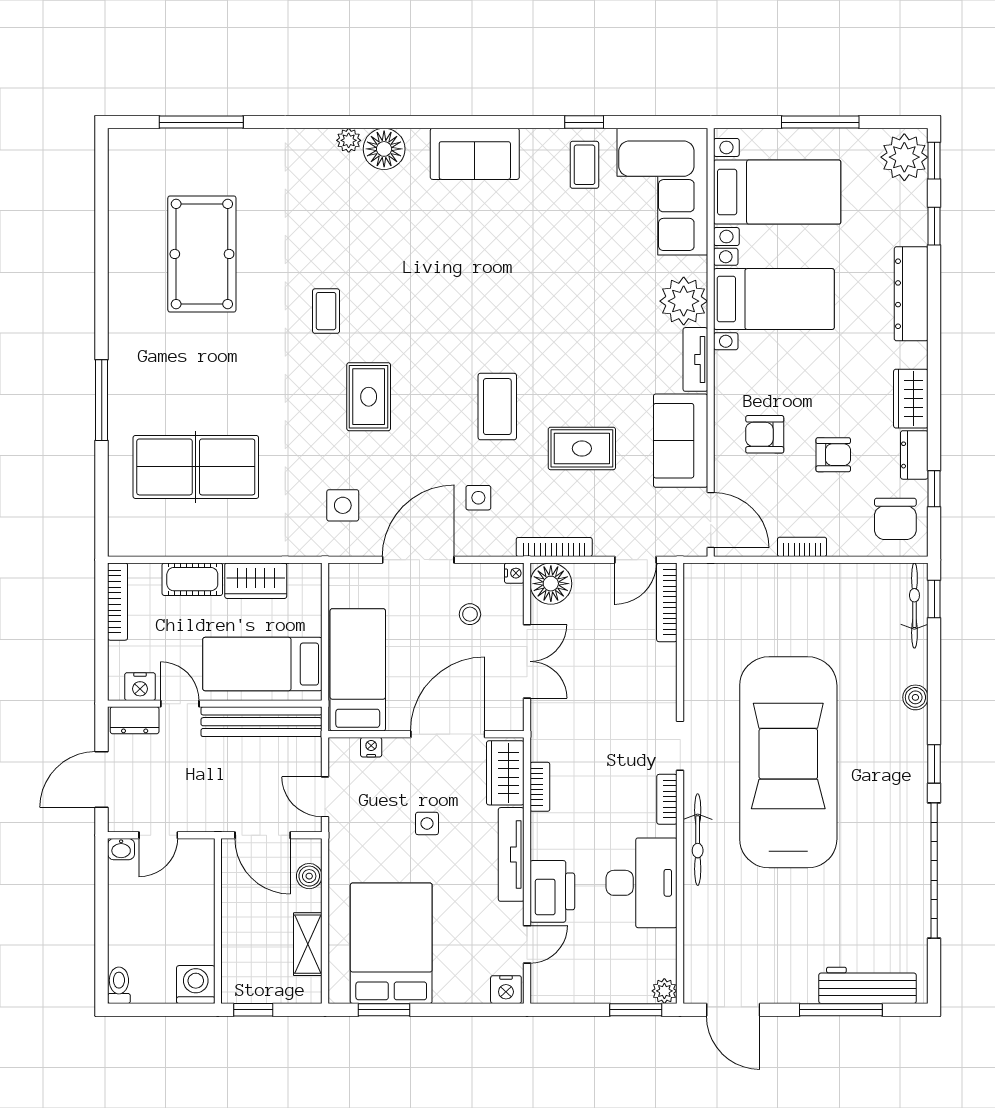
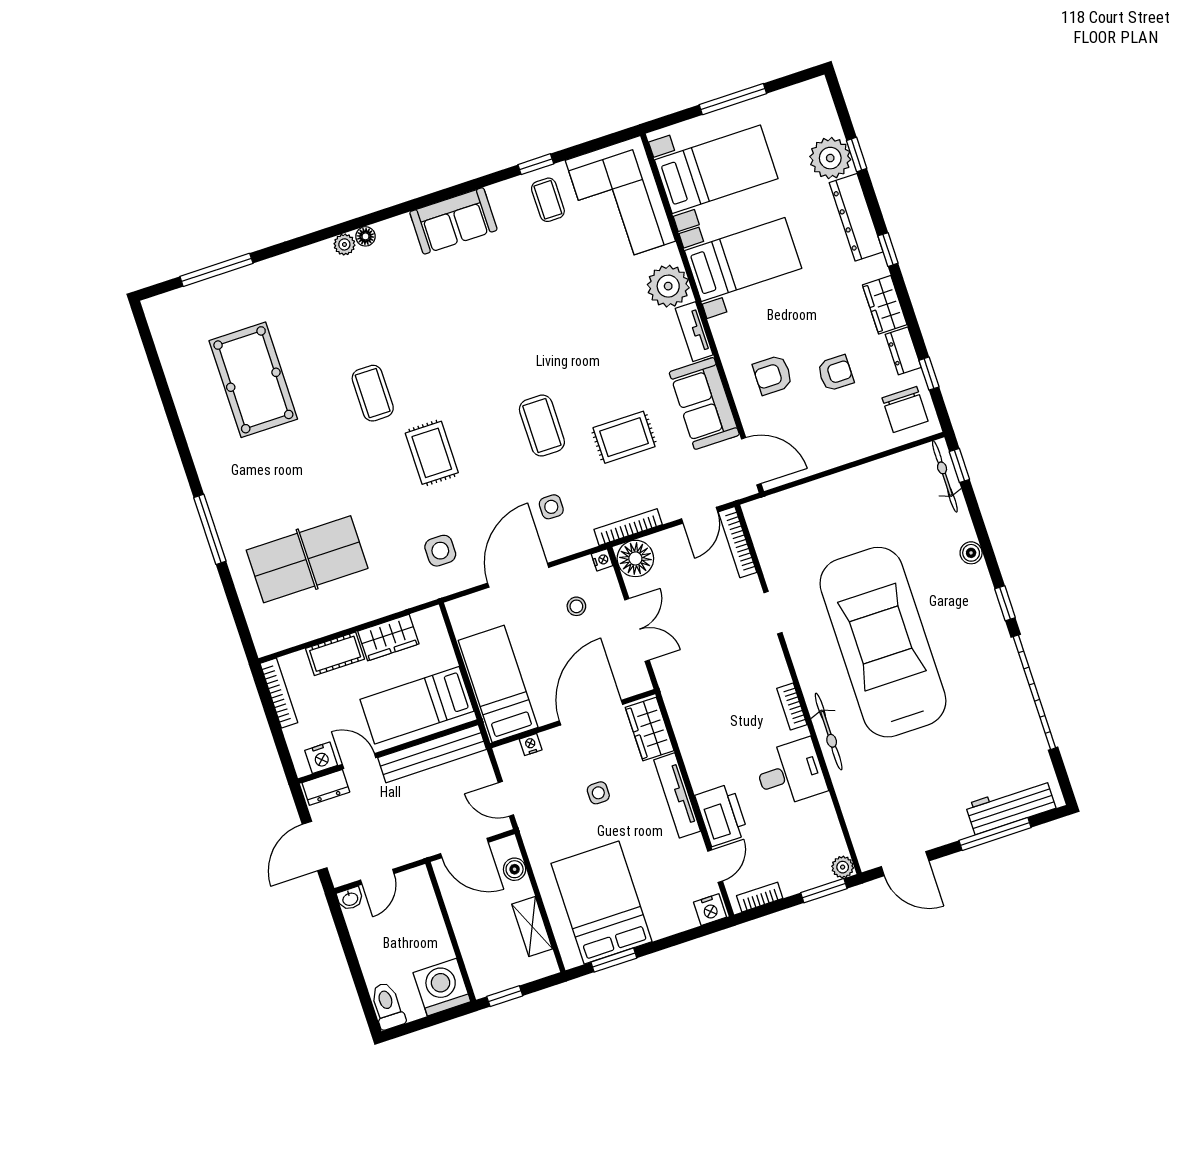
floor lamp: (384, 149) -> (366, 236), width x0.53, depth x0.53
plant: (904, 157) -> (830, 158), moved
window: (934, 161) -> (888, 250), moved
coffee table: (326, 311) -> (373, 393), width x1.36, depth x1.30
bookcase: (802, 547) -> (835, 459), removed
doorway: (680, 746) -> (773, 613), moved
bookcase: (540, 787) -> (760, 897), moved, turned -90
desk: (642, 883) -> (790, 773), width x0.73
toilet: (119, 985) -> (387, 1006), width x1.37, depth x1.39
washing machine: (196, 985) -> (442, 987), width x1.37, depth x1.37

